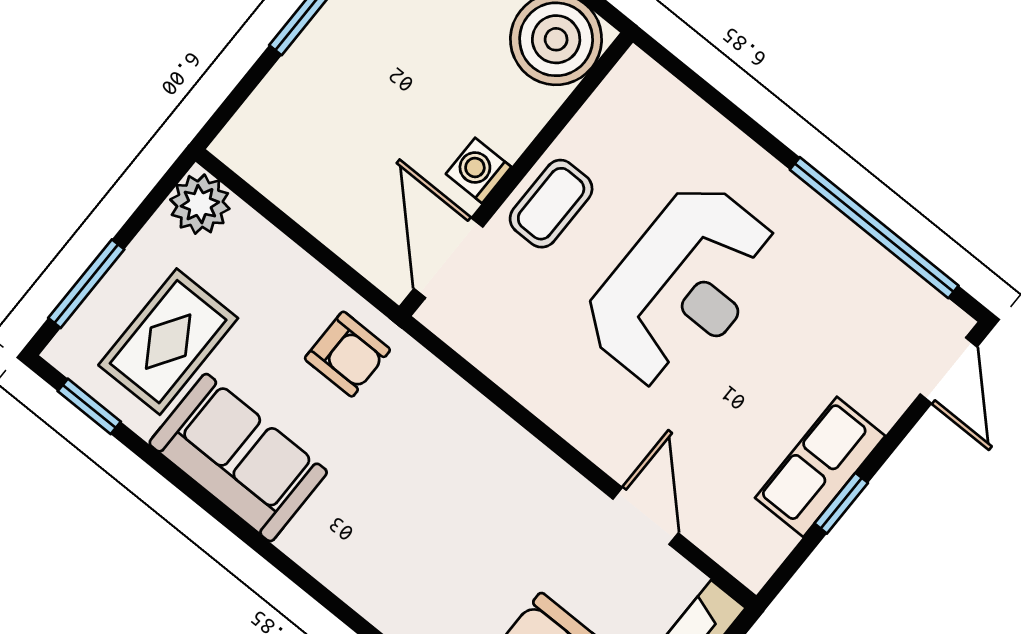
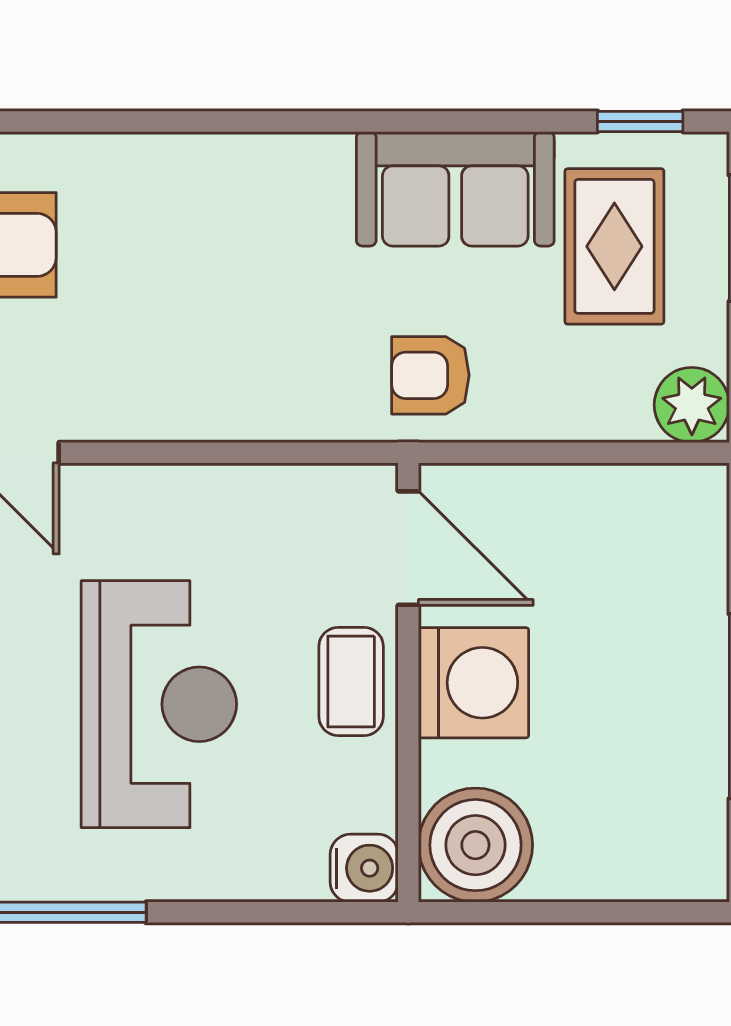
water cooler: (637, 81) -> (364, 868), added
washing machine: (479, 170) -> (474, 683), width x1.89, depth x1.89
reception desk: (682, 286) -> (159, 704), turned 180

